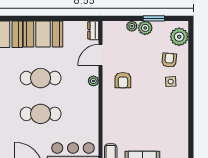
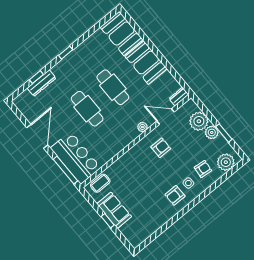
plant: (132, 26) -> (199, 121), width x1.87, depth x1.87
armchair: (123, 80) -> (161, 148), turned 180
armchair: (172, 101) -> (175, 195), added

